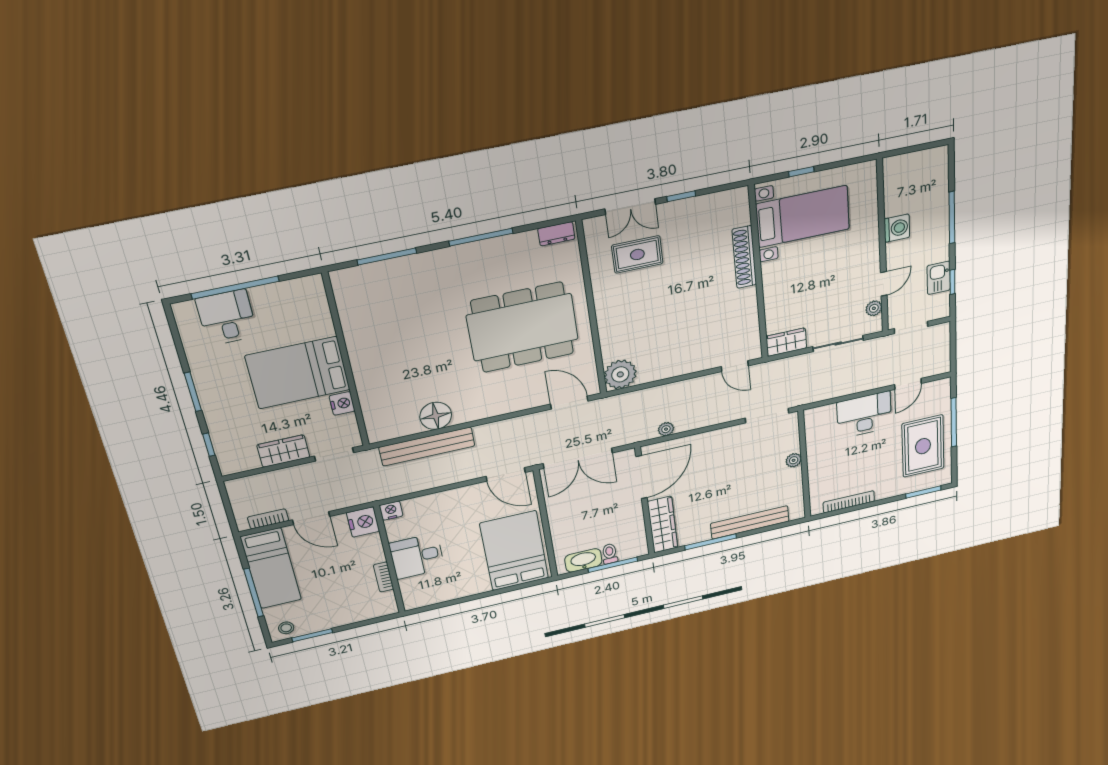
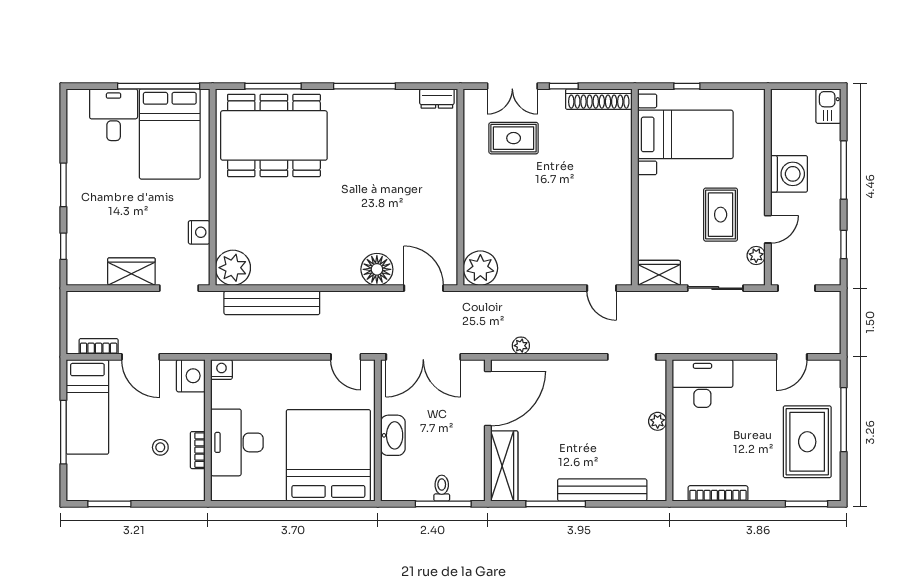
washing machine: (897, 228) -> (789, 174), width x1.37, depth x1.37
shoe rack: (744, 257) -> (599, 99), moved, turned -90
kitchen sink: (939, 278) -> (828, 106), moved
rug: (840, 281) -> (721, 215), added
window: (235, 287) -> (159, 86), moved
dining table: (523, 327) -> (274, 135), moved
bed: (298, 373) -> (170, 134), moved, turned -90
desk: (864, 415) -> (702, 384), moved
floor lamp: (436, 416) -> (377, 269), moved
plant: (383, 426) -> (233, 268), added
door: (506, 474) -> (346, 357), width x0.73
bed: (514, 551) -> (328, 455), width x1.36
desk: (417, 556) -> (237, 442), width x1.37
washbasin: (583, 560) -> (393, 435), moved, turned 90
stool: (286, 628) -> (160, 447), moved

